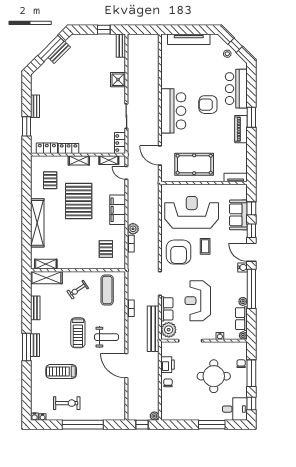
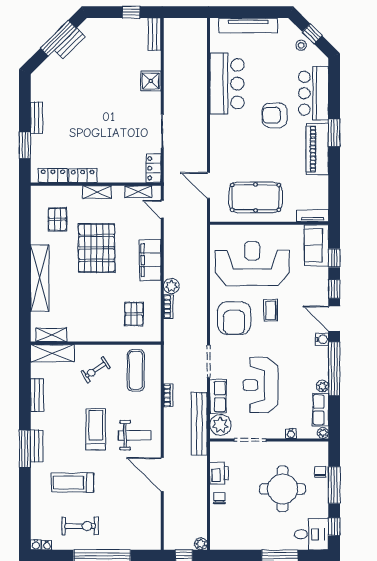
bar counter: (173, 111) -> (227, 84), moved
piano: (241, 129) -> (317, 149), width x1.37, depth x1.33
sofa: (238, 215) -> (316, 245), moved
treadmill: (78, 333) -> (96, 429), turned 180

